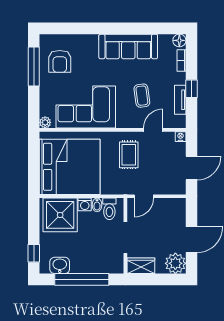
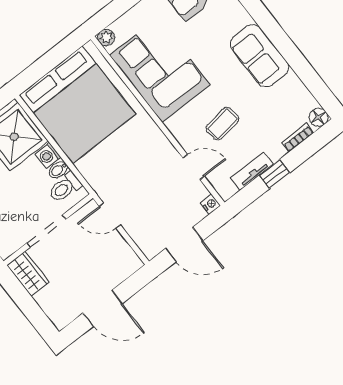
sofa: (128, 46) -> (259, 56), width x0.73
rug: (129, 155) -> (144, 161), removed
plant: (175, 263) -> (62, 311), removed

